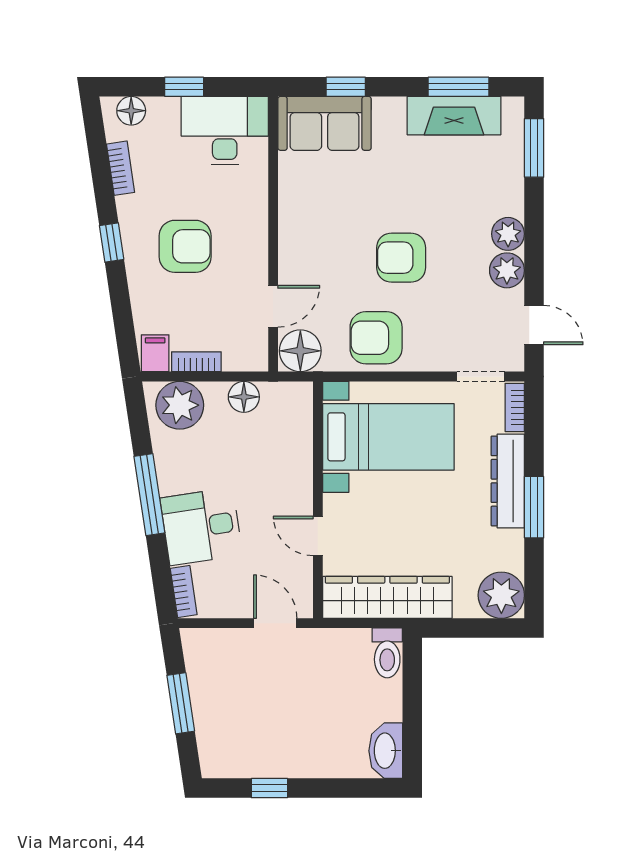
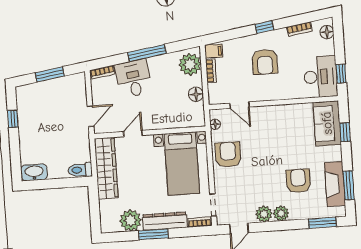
window: (184, 87) -> (341, 74), moved
armchair: (401, 258) -> (298, 181), moved
floor lamp: (300, 351) -> (215, 124), width x0.53, depth x0.53
plant: (501, 595) -> (131, 220), moved

